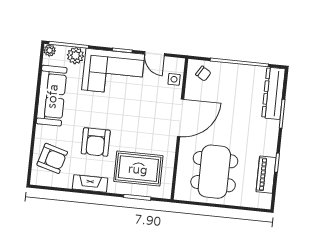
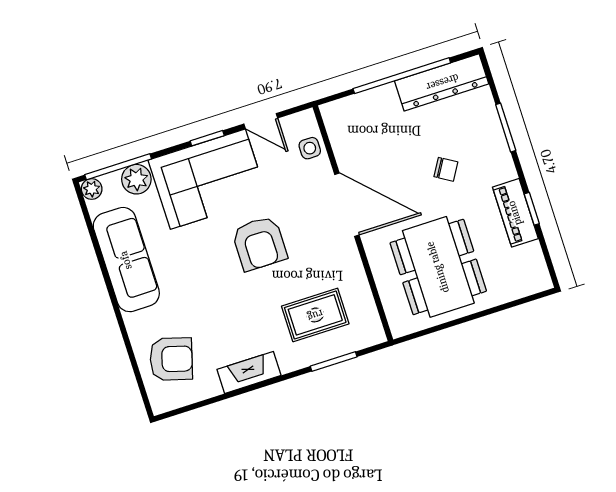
chair: (203, 74) -> (446, 169), moved
dresser: (273, 93) -> (442, 82), moved, turned -90
door: (181, 118) -> (347, 205), hinge flipped
armchair: (96, 142) -> (259, 243), moved
rug: (138, 169) -> (315, 315), width x0.73, depth x0.70
piano: (266, 175) -> (515, 213), moved

